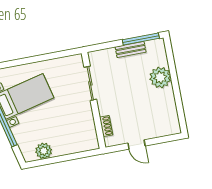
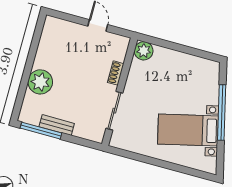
shoe rack: (106, 126) -> (116, 73), moved
plant: (44, 151) -> (144, 51), moved

